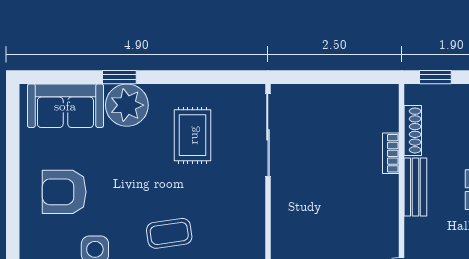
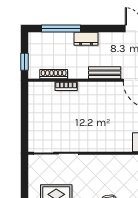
bench: (415, 187) -> (105, 73), moved

